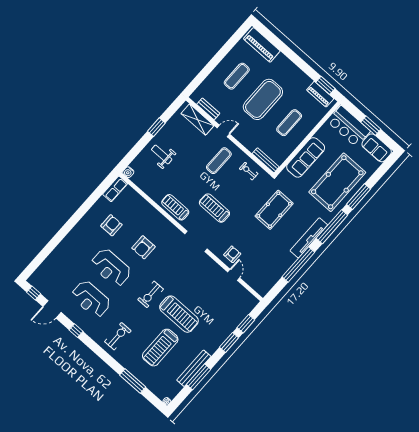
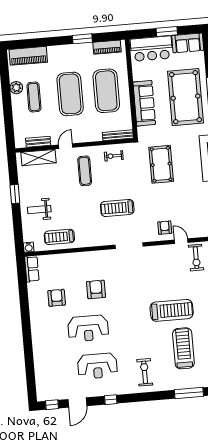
plant: (232, 58) -> (16, 88), added
window: (325, 85) -> (82, 39), moved
exercise mat: (289, 123) -> (106, 91), width x2.00, depth x1.45
treadmill: (175, 207) -> (59, 237), moved
armchair: (143, 247) -> (96, 289), turned 180
exercise bike: (151, 294) -> (196, 258), moved
treadmill: (160, 348) -> (183, 348), turned 180

